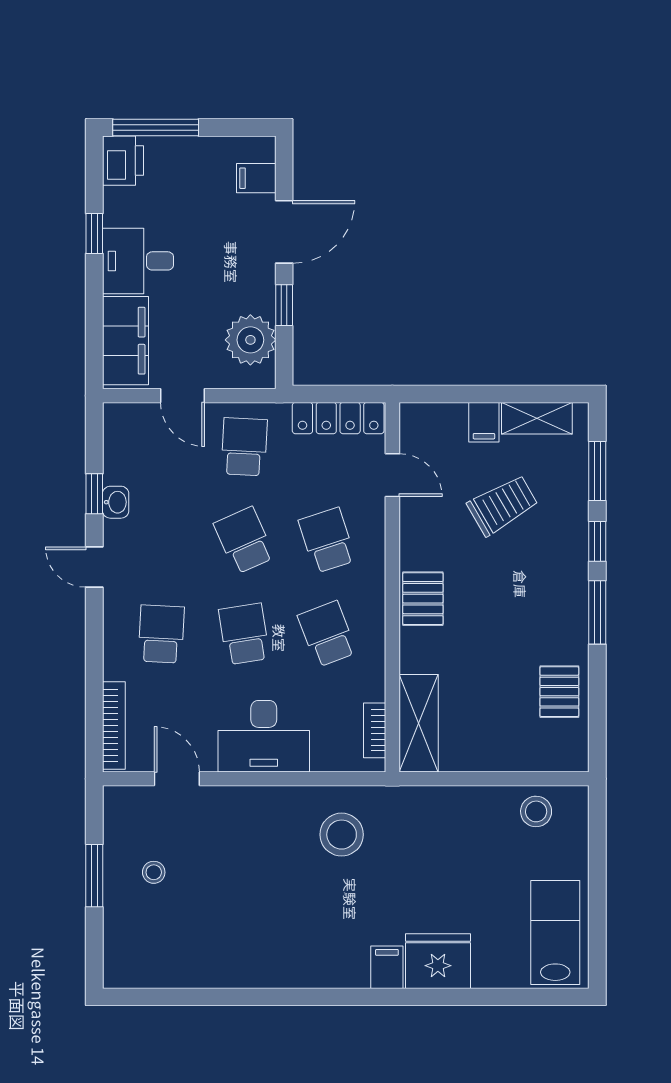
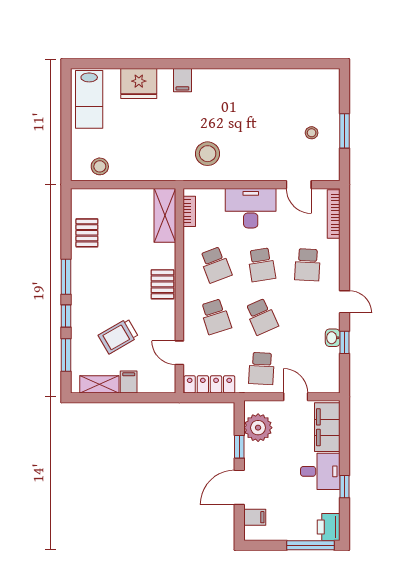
fridge: (438, 961) -> (139, 84), moved

